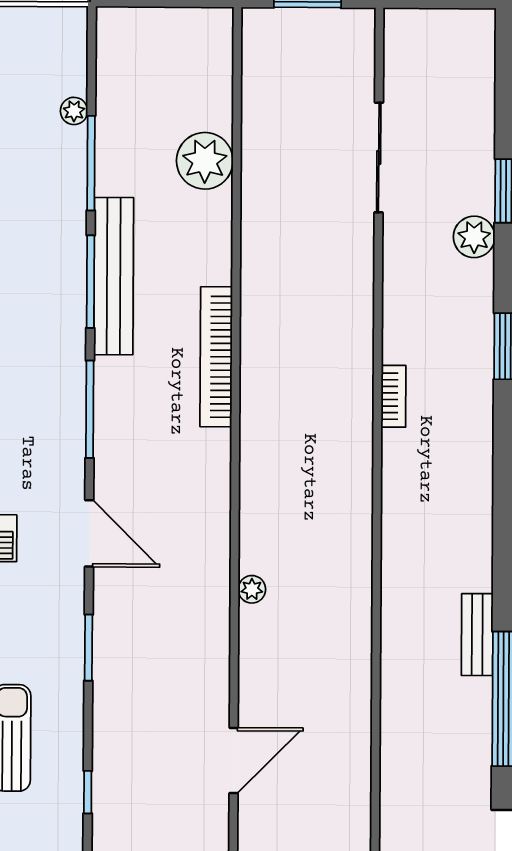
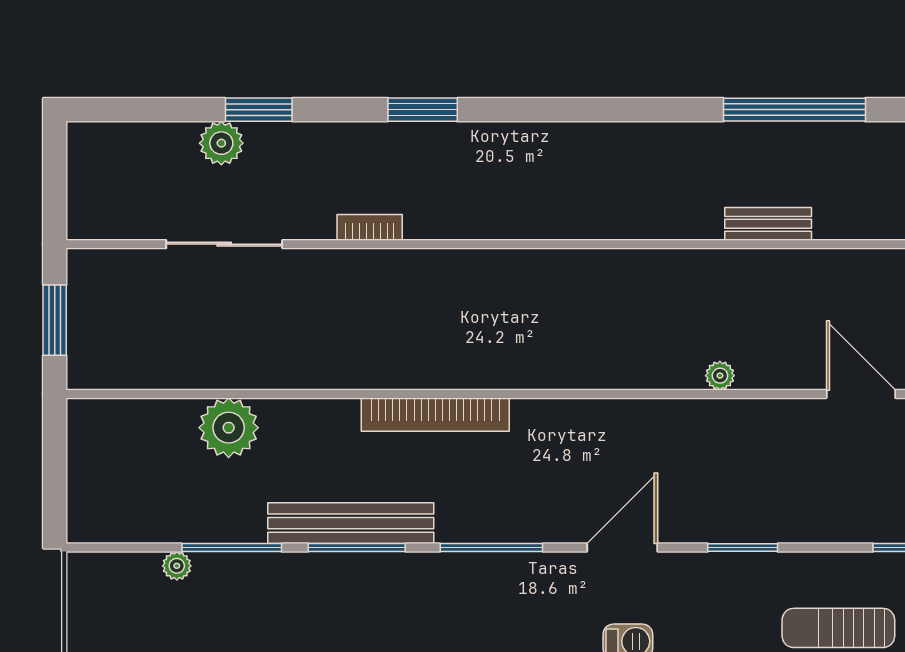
plant: (474, 237) -> (221, 143), moved
bookcase: (393, 396) -> (370, 227), moved
plant: (252, 589) -> (720, 376), moved
bench: (477, 635) -> (768, 224), moved

